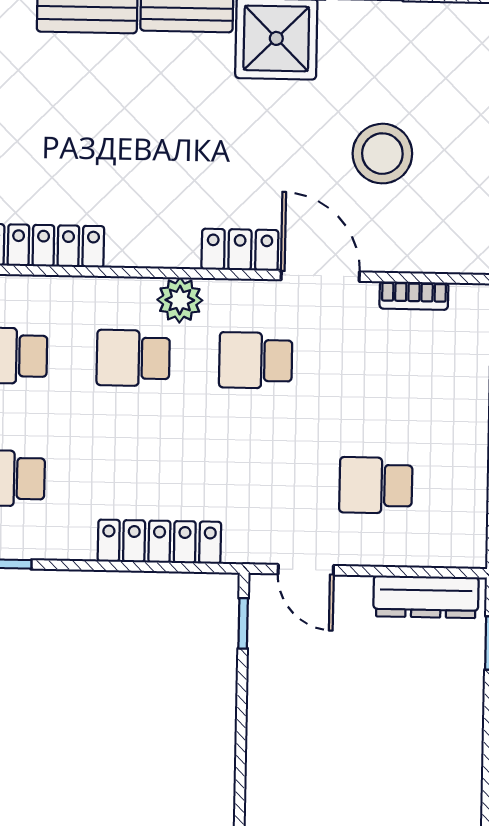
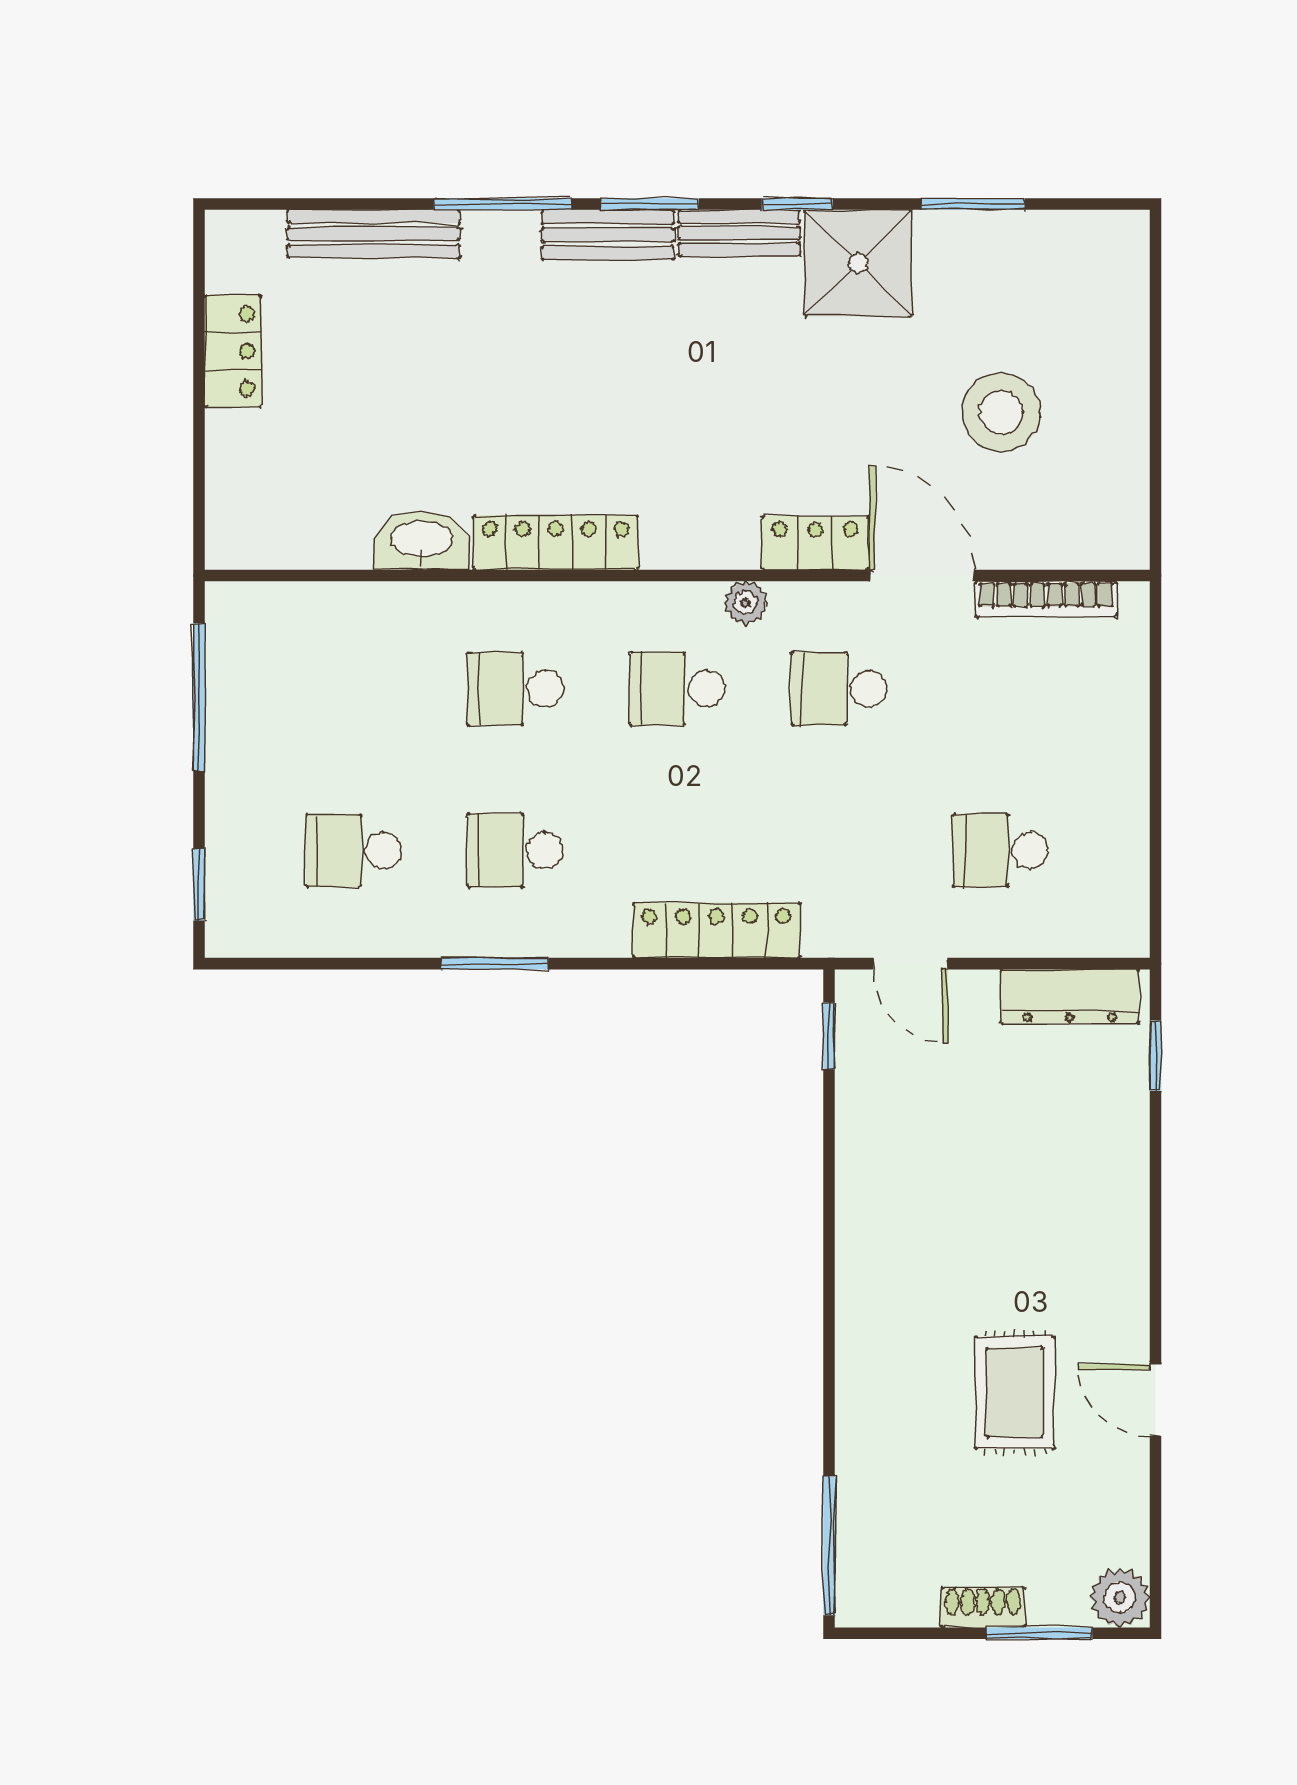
bookcase: (414, 296) -> (1046, 599), width x1.56
plant: (180, 300) -> (745, 603), width x0.73, depth x0.73

